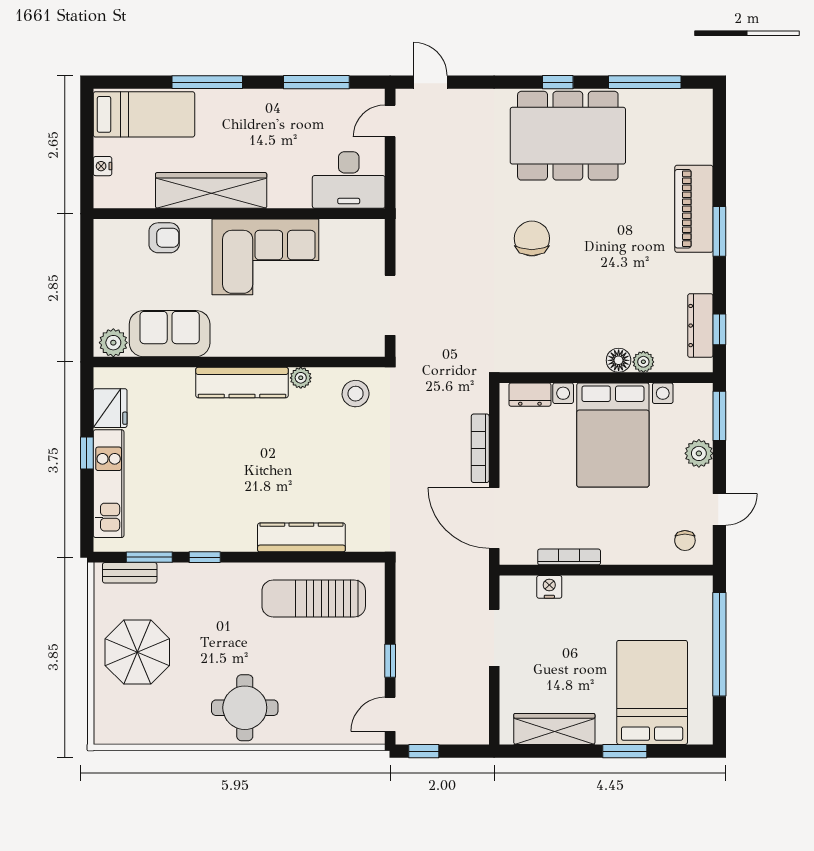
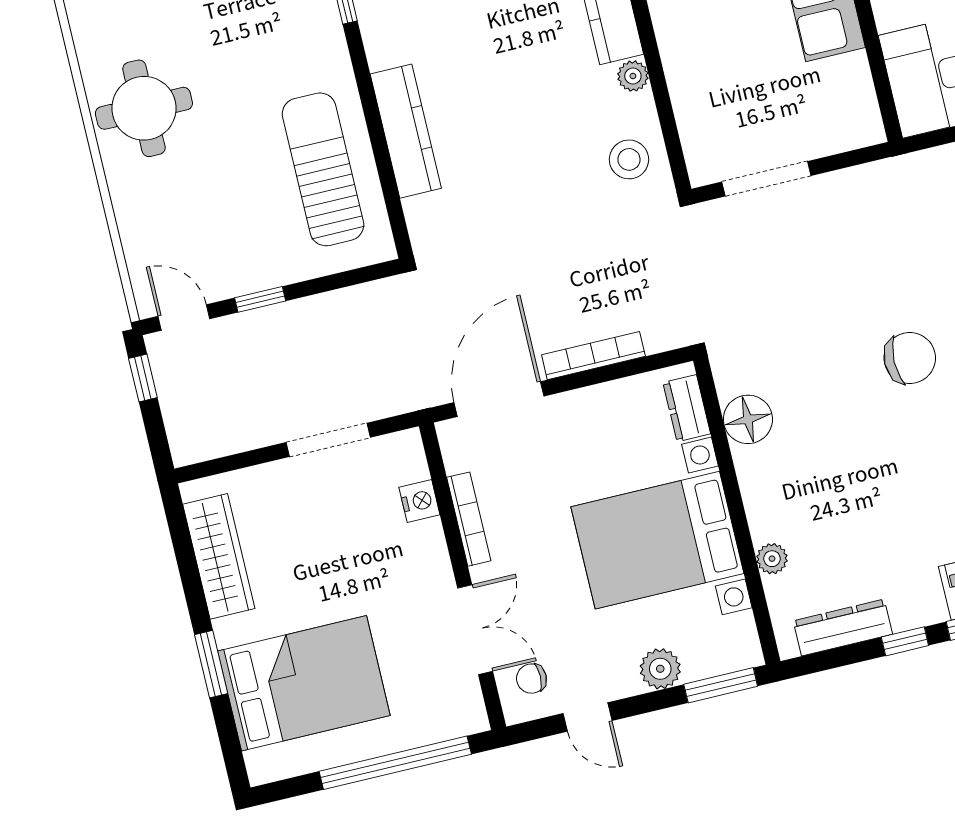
window: (719, 329) -> (905, 641), moved
floor lamp: (619, 360) -> (748, 419), moved, width x1.38, depth x1.38
double door: (644, 570) -> (475, 630), added

